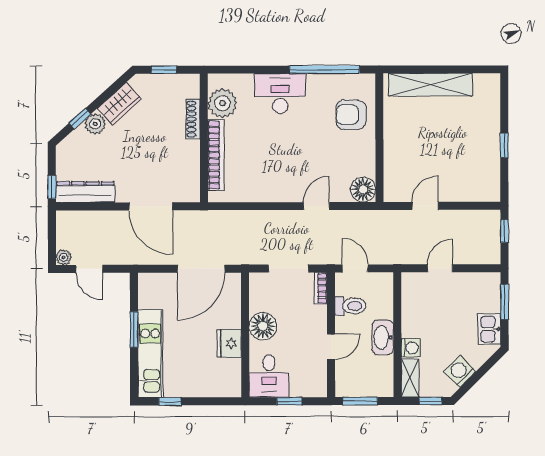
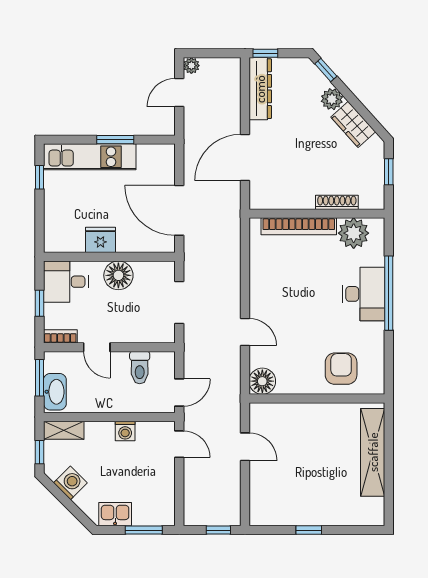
window: (324, 70) -> (389, 293), moved
window: (80, 119) -> (326, 70), moved
door: (355, 268) -> (179, 393), moved
door: (440, 268) -> (179, 444), moved
bookcase: (321, 288) -> (60, 336), moved
washbasin: (383, 337) -> (55, 392), moved, turned 90
washing machine: (411, 348) -> (125, 431), moved

